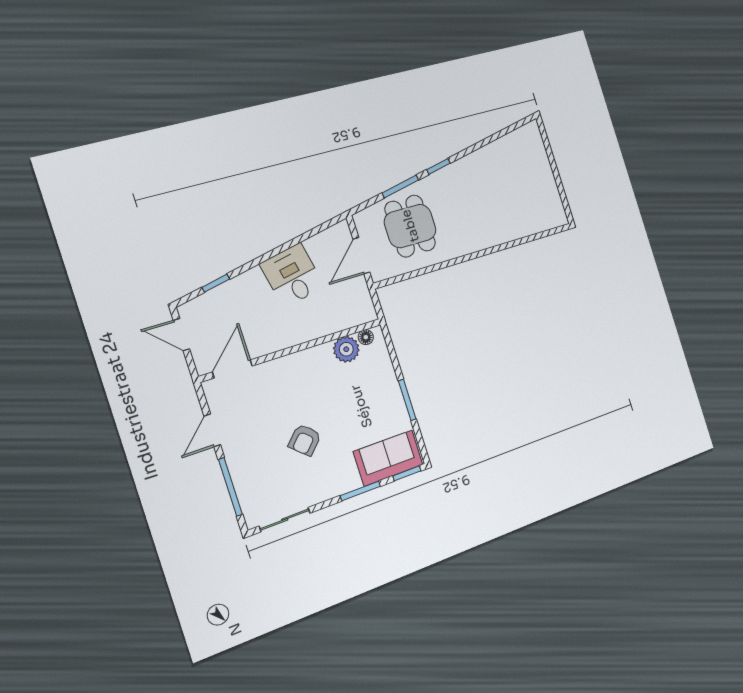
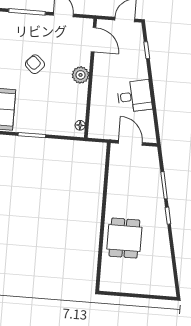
dining table: (410, 226) -> (124, 238), moved, turned 90
plant: (346, 349) -> (81, 75), moved

